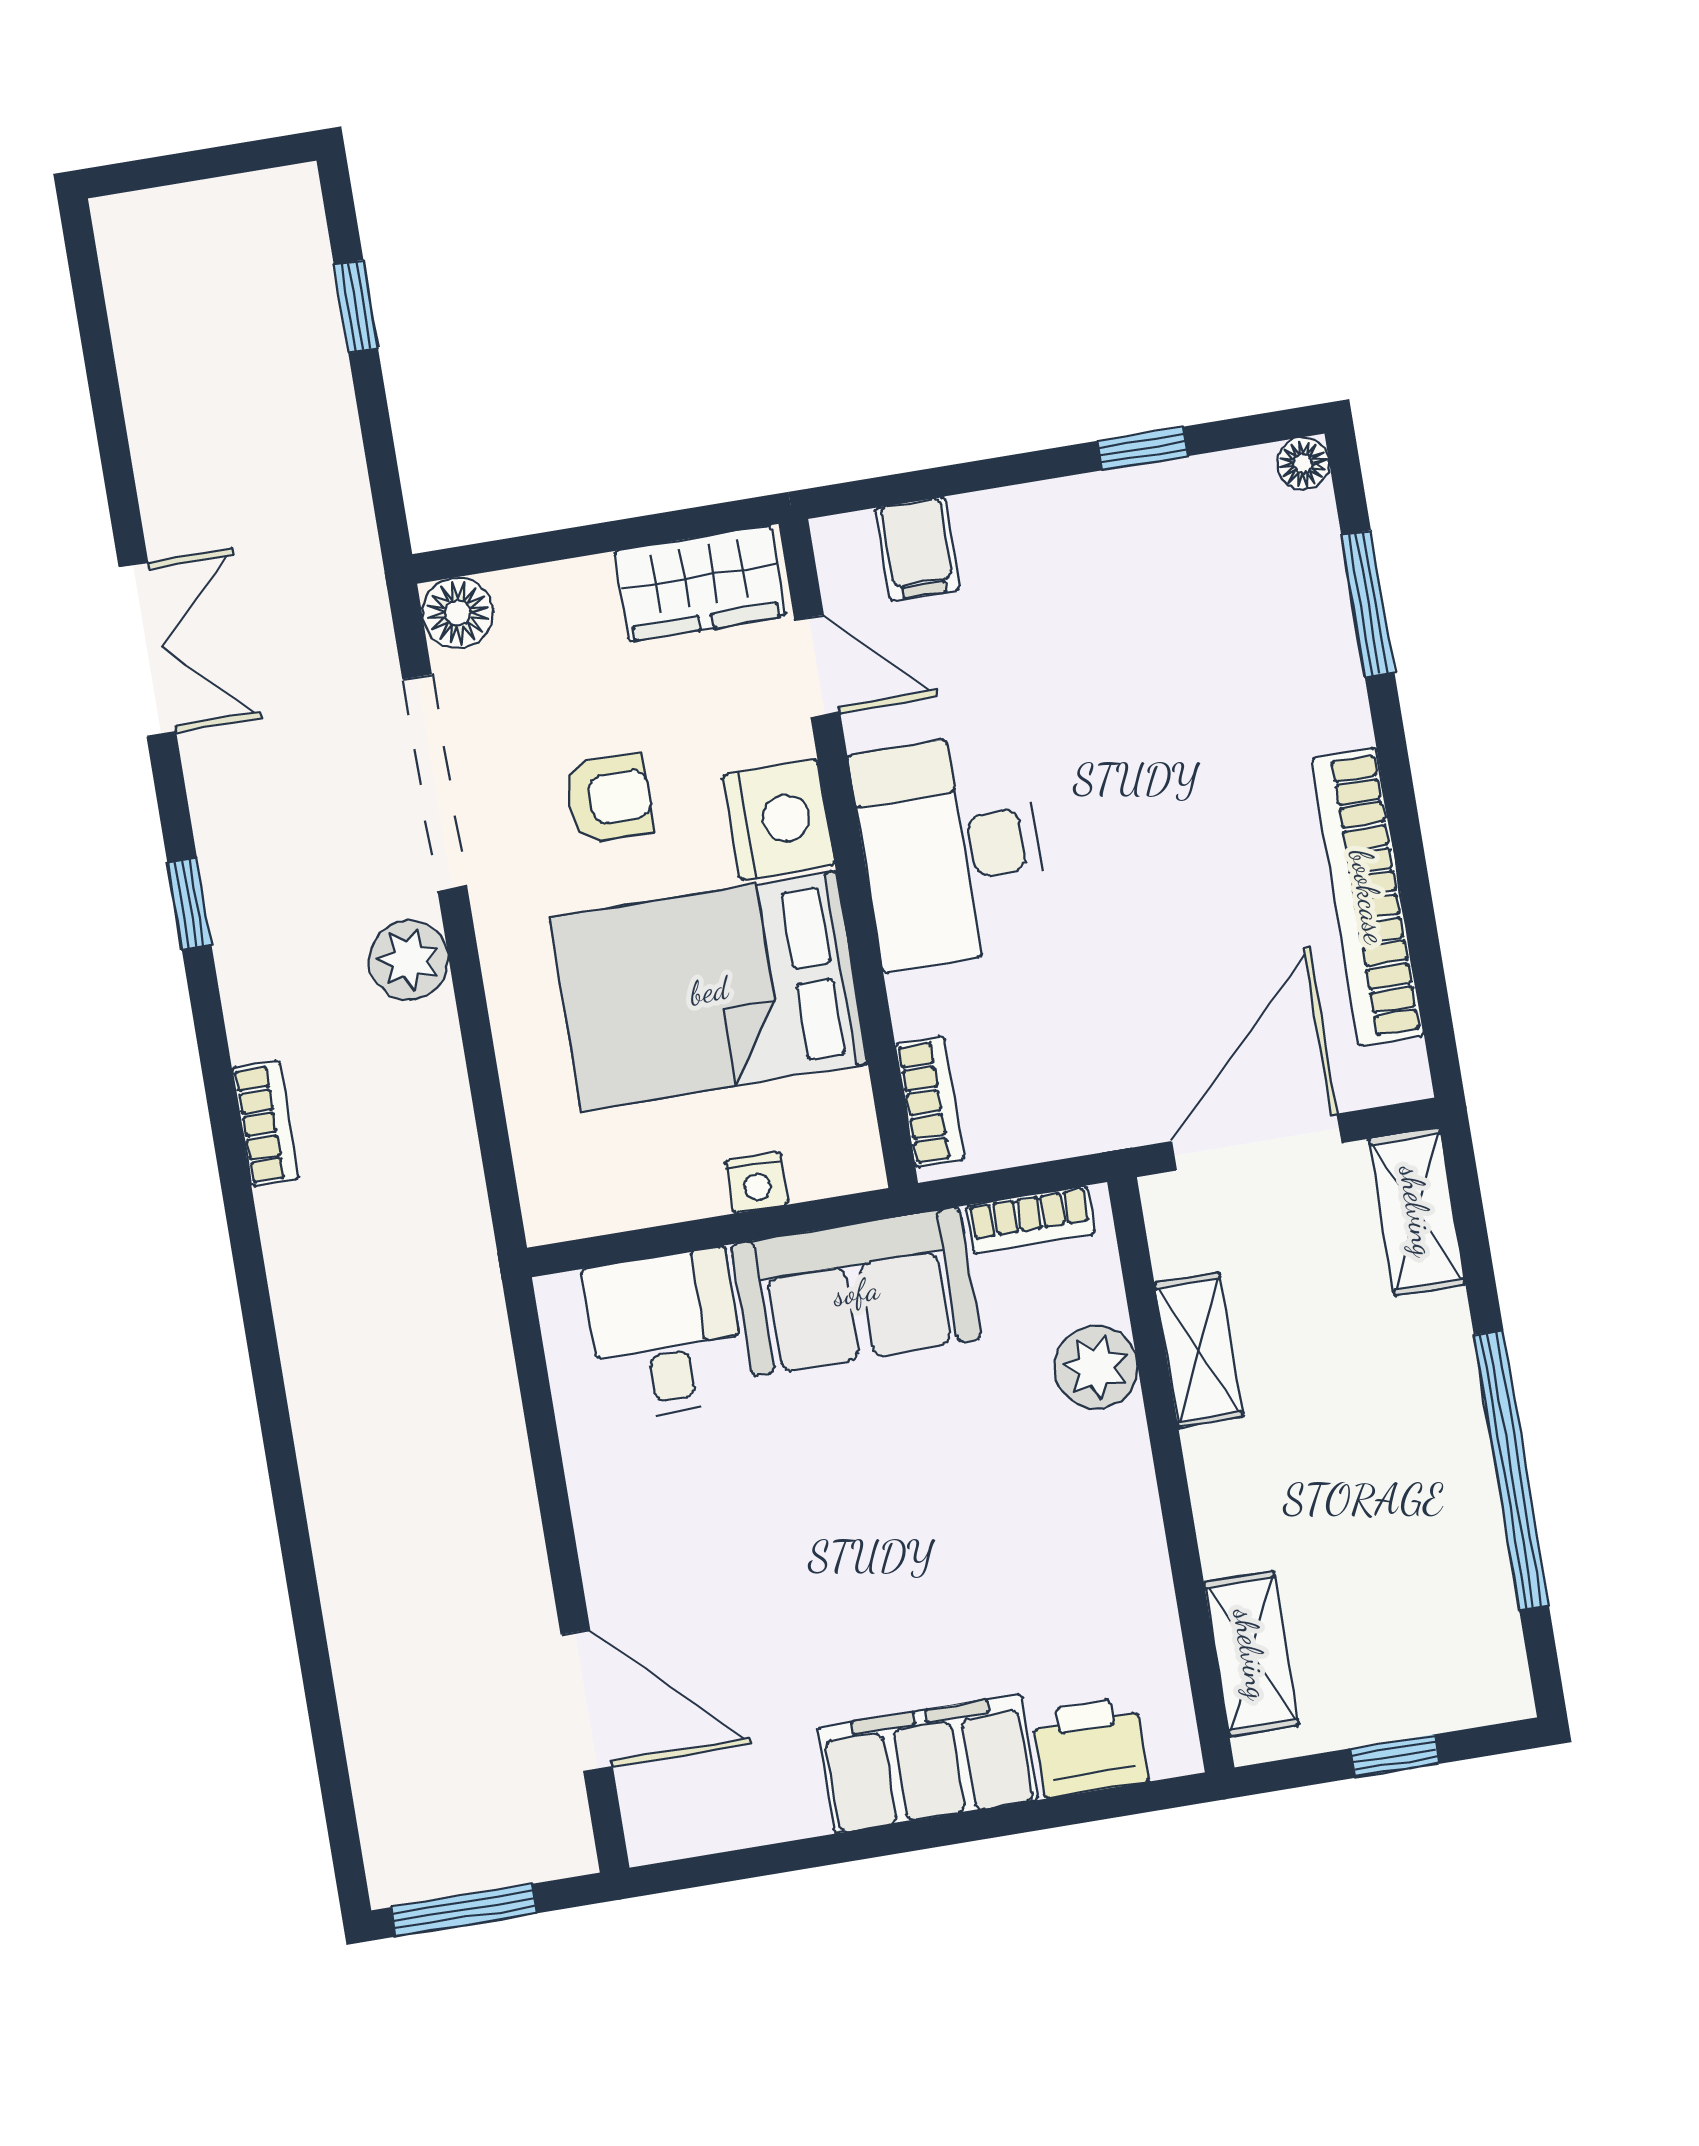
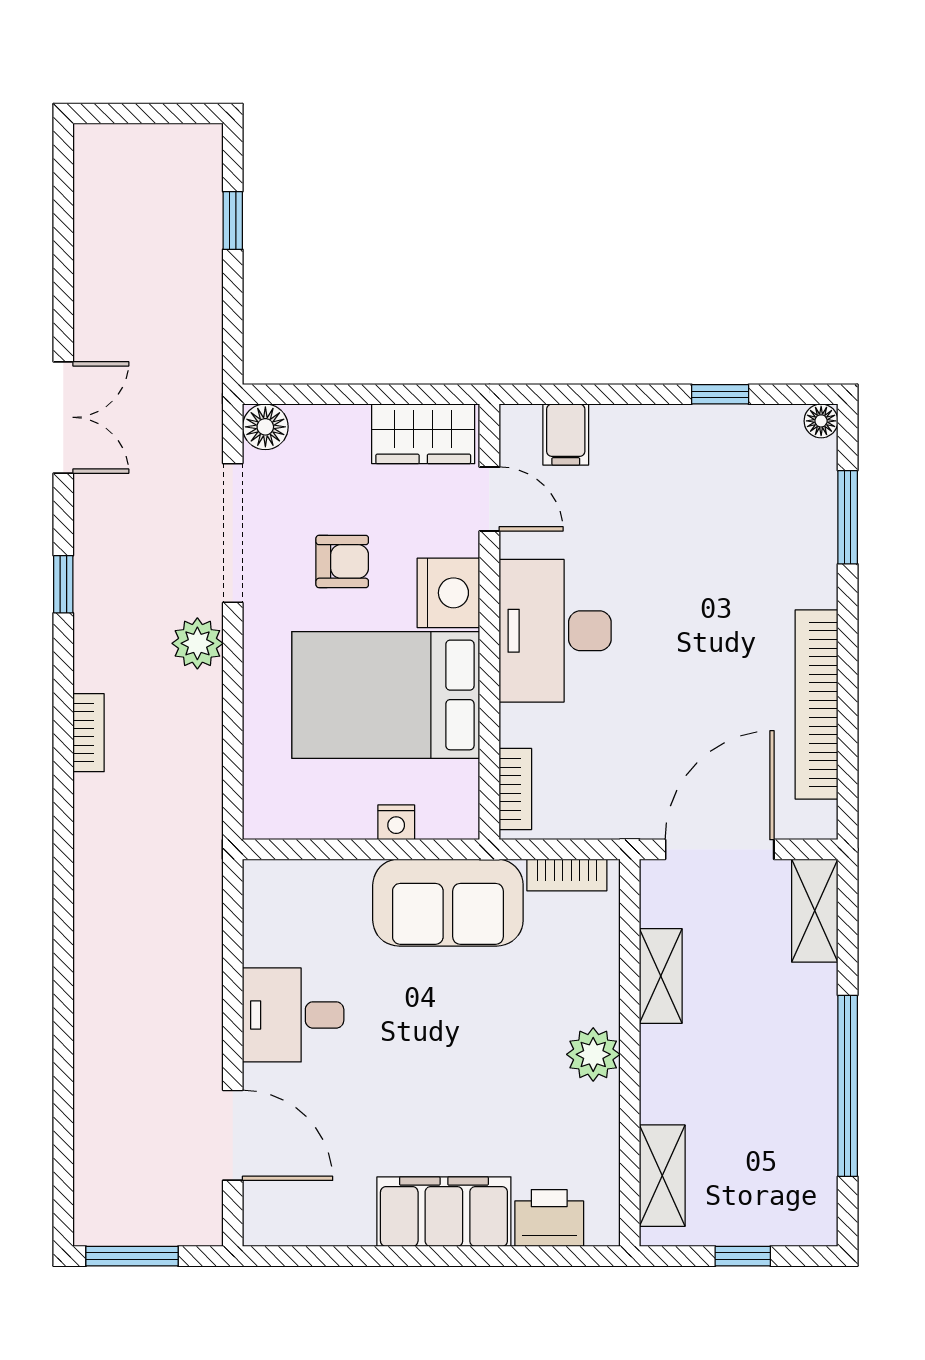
desk: (666, 1335) -> (293, 1015), moved, turned -90
plant: (1096, 1367) -> (593, 1054), moved

